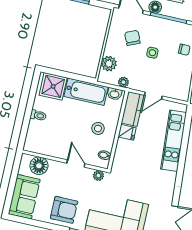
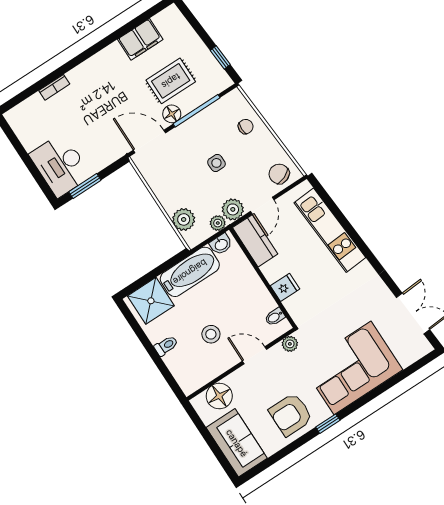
chair: (132, 38) -> (279, 174), moved
plant: (137, 83) -> (233, 209), added
stool: (98, 128) -> (211, 334), moved
fridge: (127, 132) -> (285, 287), moved
armchair: (64, 210) -> (291, 415), turned 180

